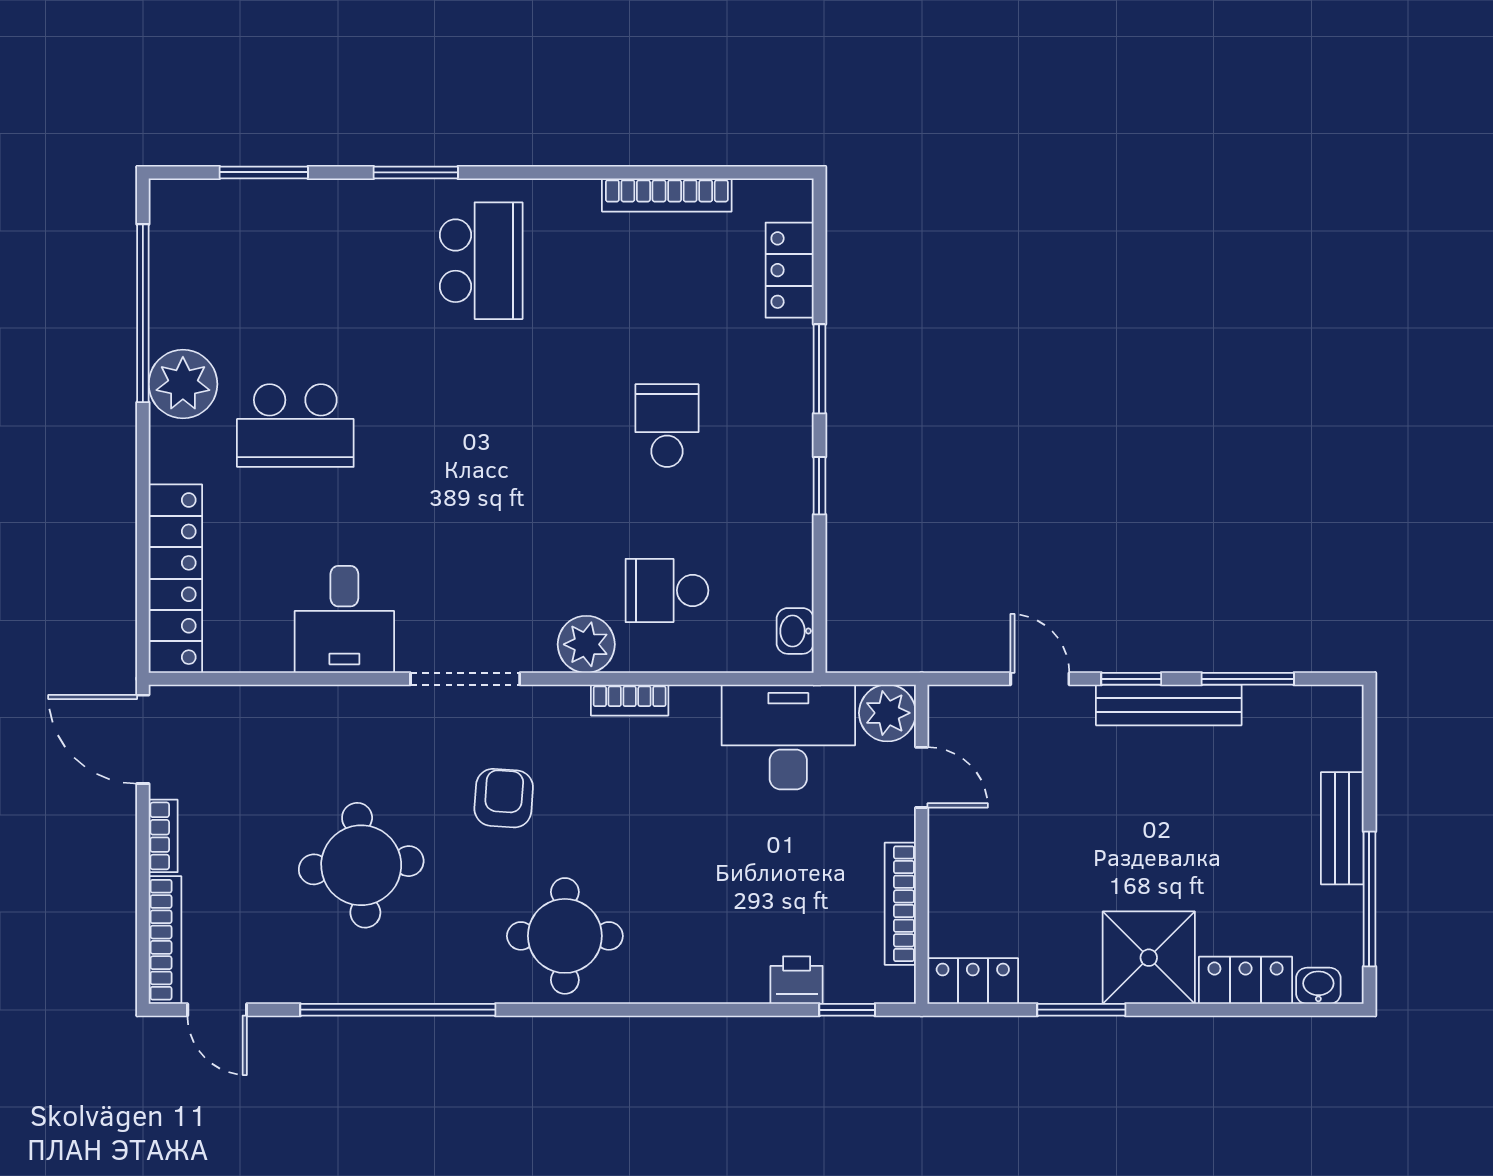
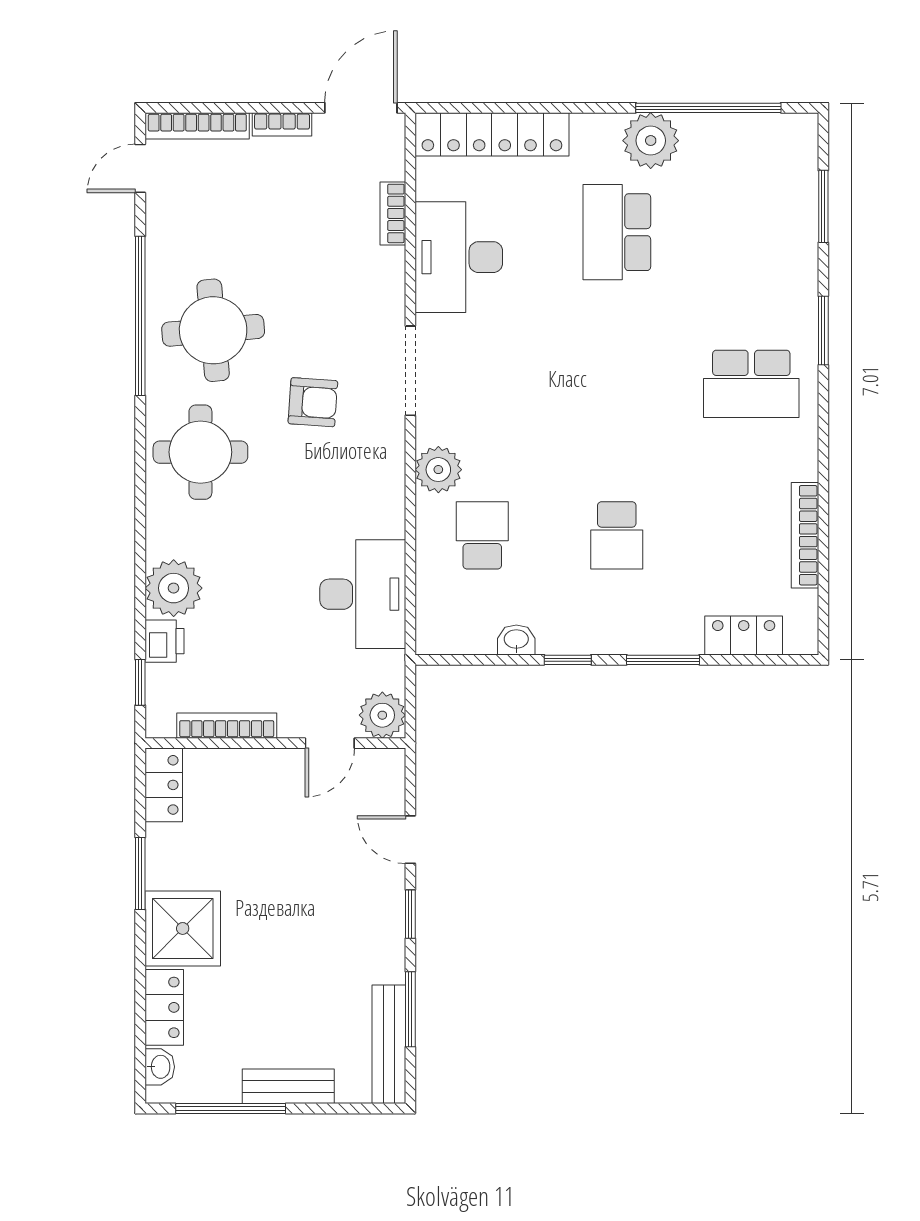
school desk: (667, 426) -> (617, 535), turned 90
desk: (344, 619) -> (459, 257), width x1.37
washbasin: (795, 631) -> (516, 640), moved
door: (1040, 679) -> (410, 840), swing flipped
bookcase: (630, 700) -> (393, 213), moved
bench: (1169, 705) -> (389, 1044), moved
desk: (788, 737) -> (363, 594), moved
round table: (361, 865) -> (213, 330), moved
plant: (732, 969) -> (174, 588), added

